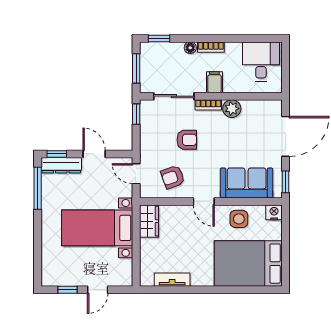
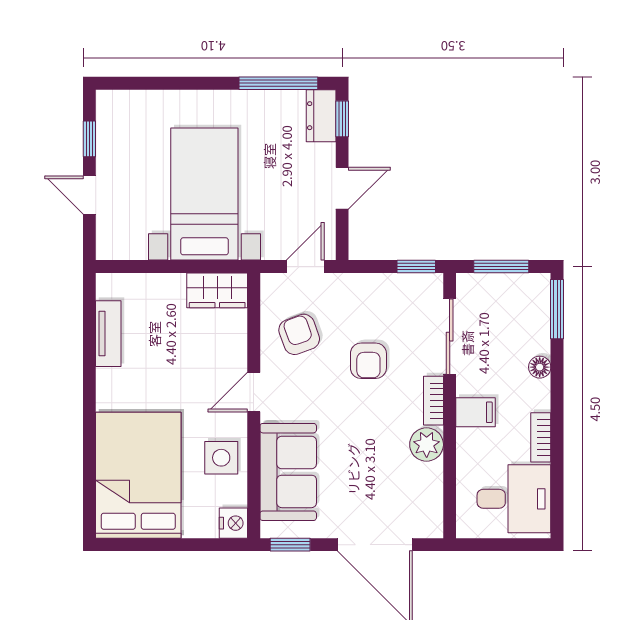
window: (159, 38) -> (557, 309), width x1.50
bookcase: (211, 47) -> (541, 437), moved
dresser: (61, 165) -> (321, 116), width x0.70

